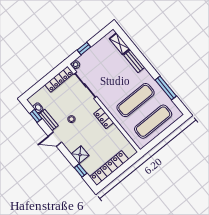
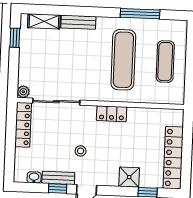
window: (84, 49) -> (15, 38), moved
window: (36, 116) -> (58, 188), moved
exercise mat: (153, 122) -> (165, 62), width x0.73, depth x0.69

